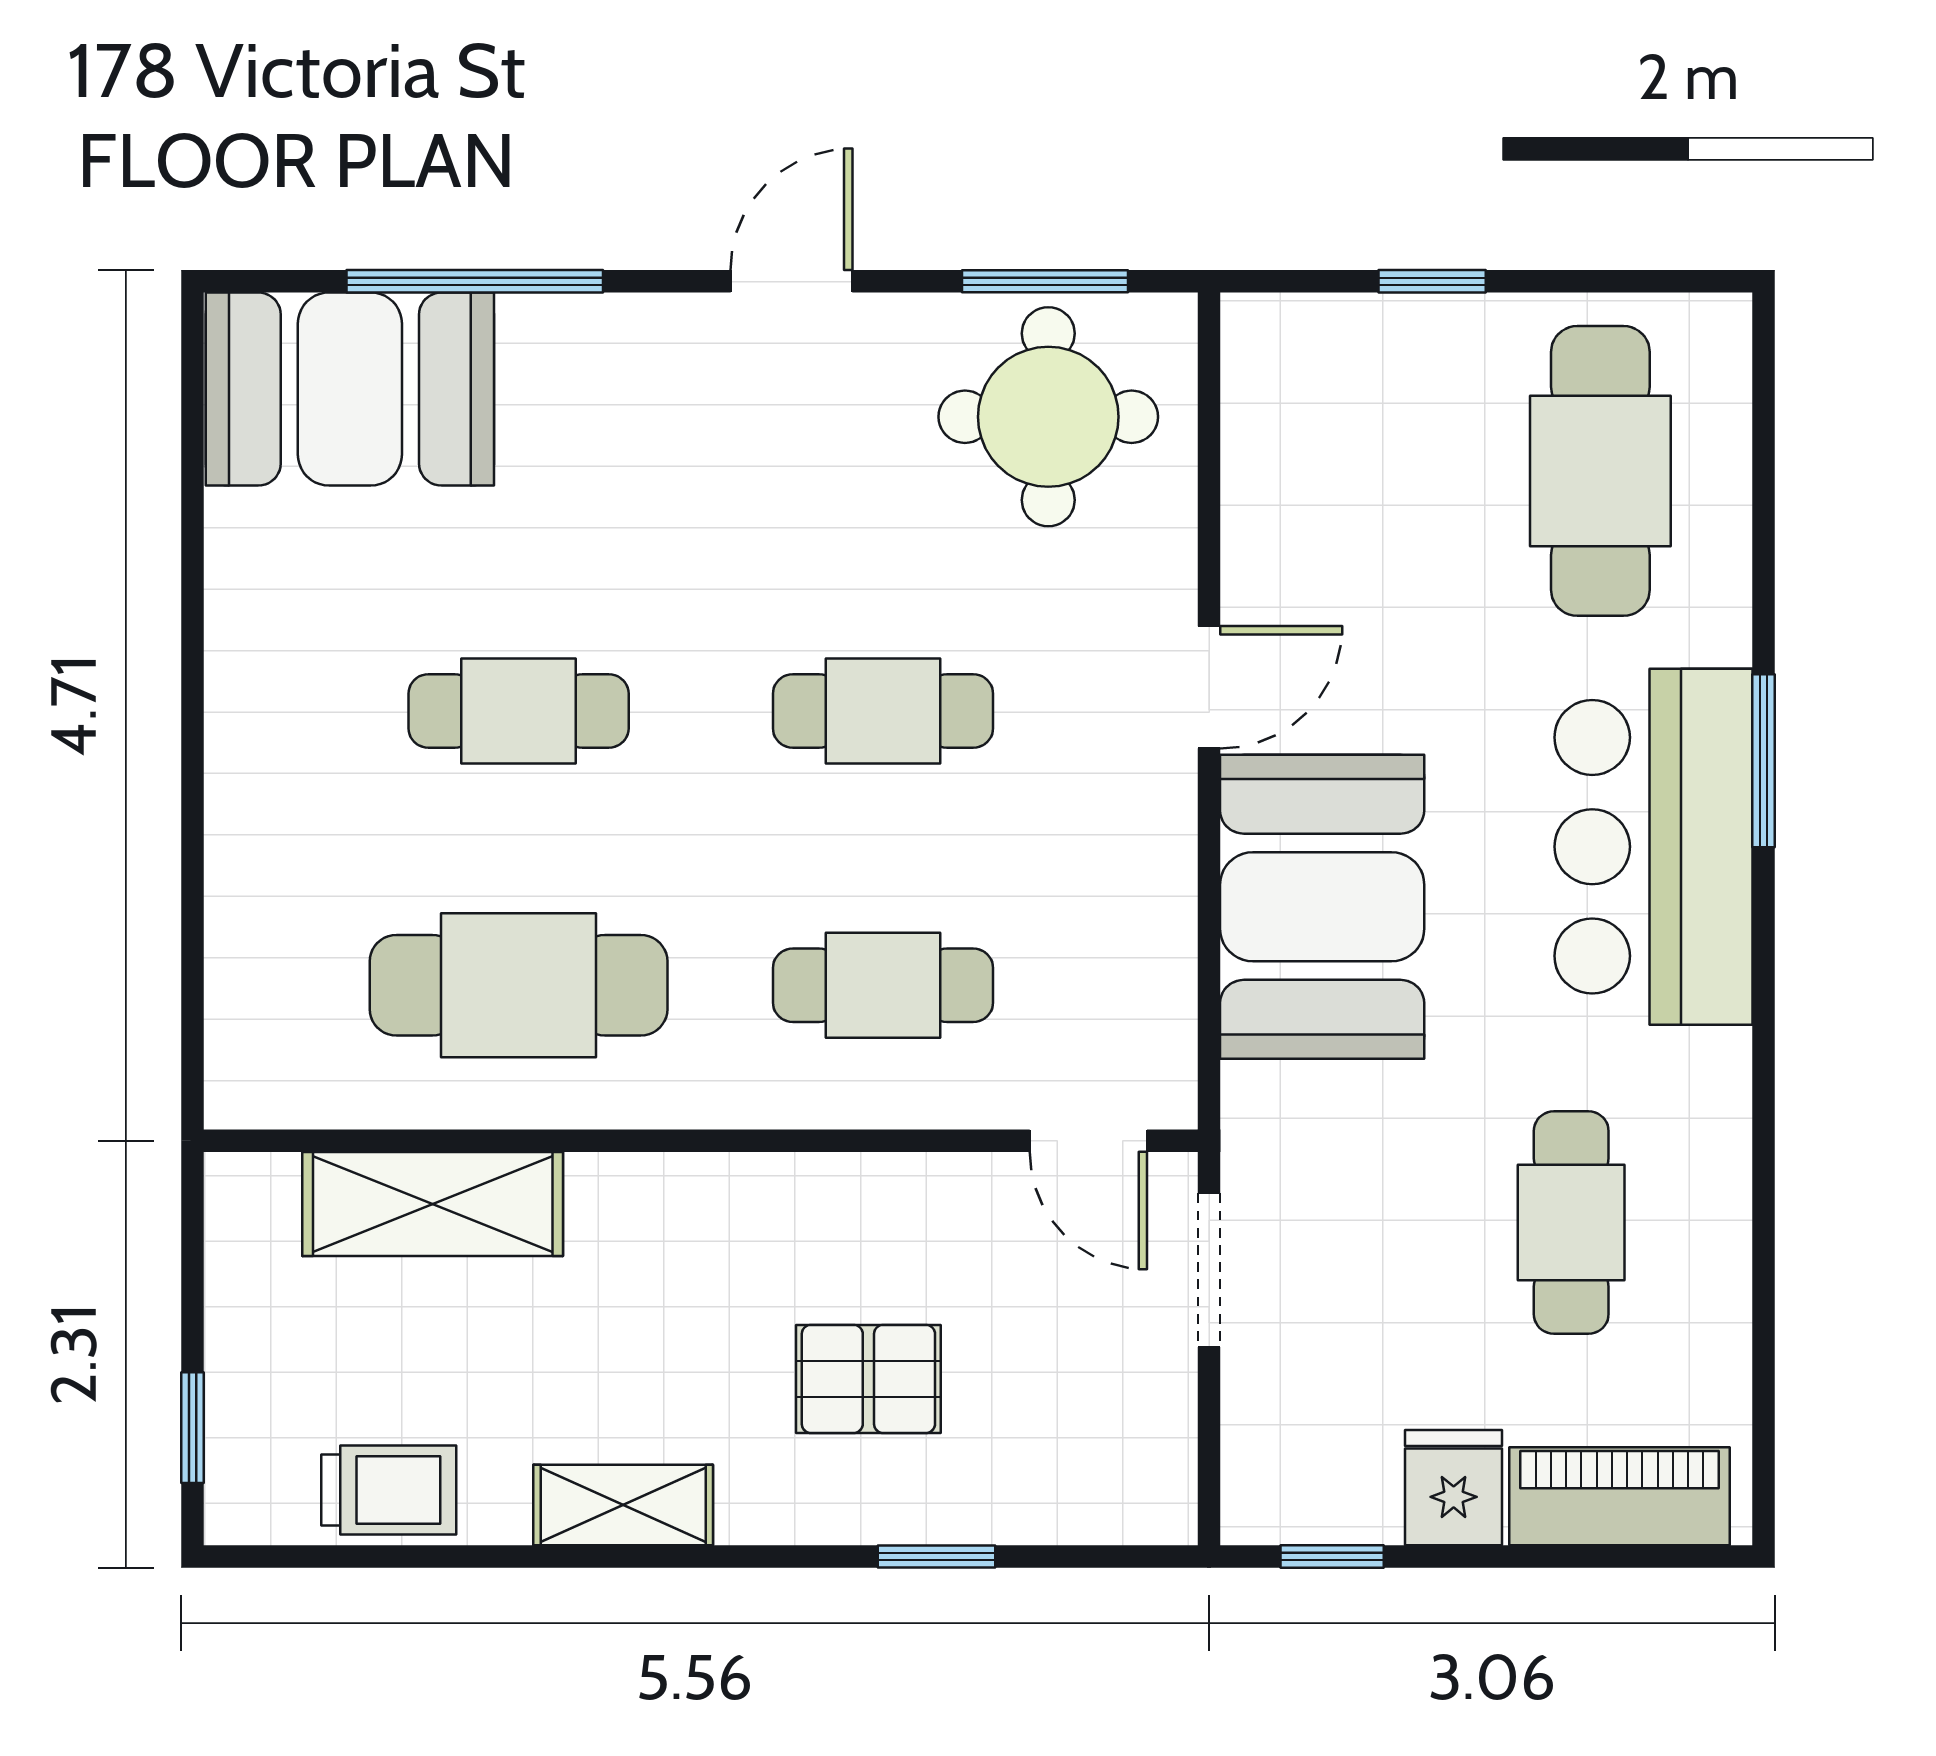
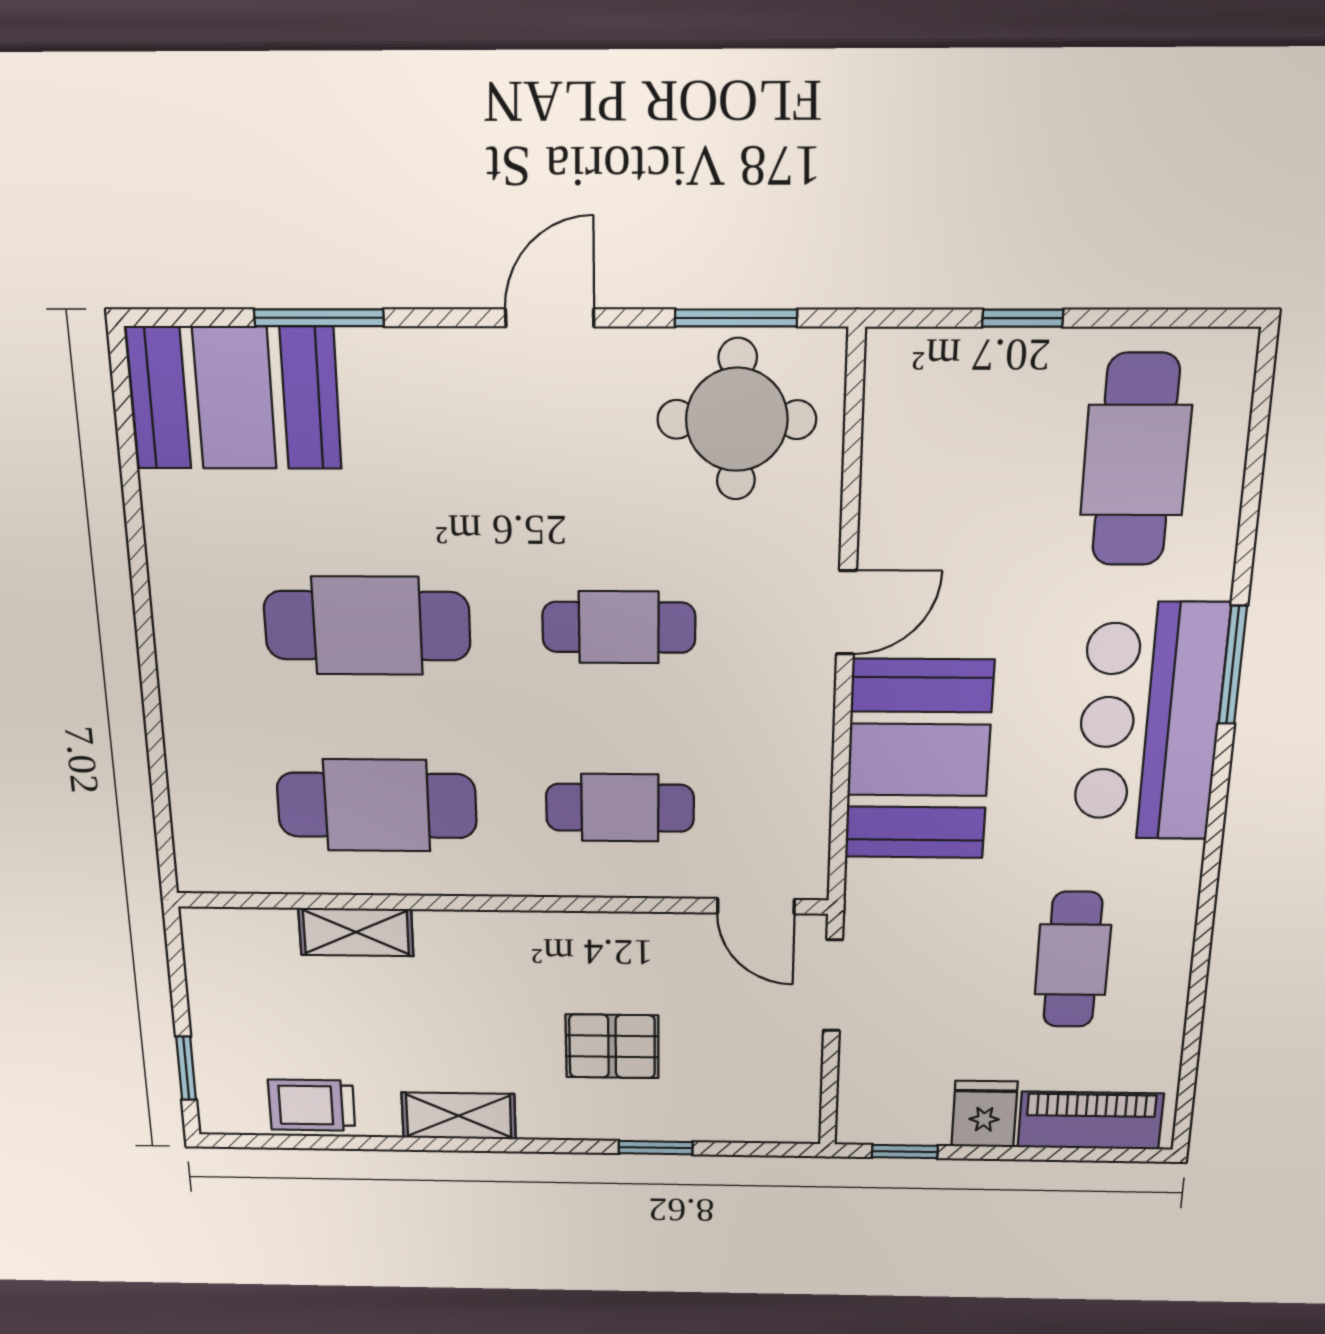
window: (475, 281) -> (319, 318), width x0.69
cafe table: (519, 711) -> (367, 626), width x1.37, depth x1.35
shelving: (433, 1204) -> (356, 932), width x0.67, depth x0.75
trolley: (389, 1490) -> (312, 1105), turned 180

